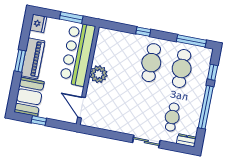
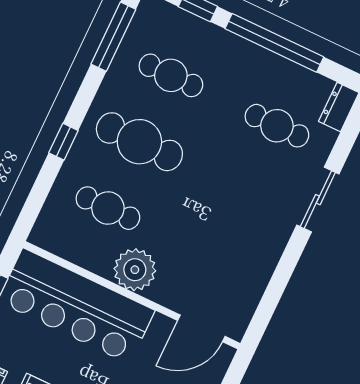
cafe table: (121, 57) -> (108, 208), added
cafe table: (182, 68) -> (171, 75), width x0.73, depth x0.74

